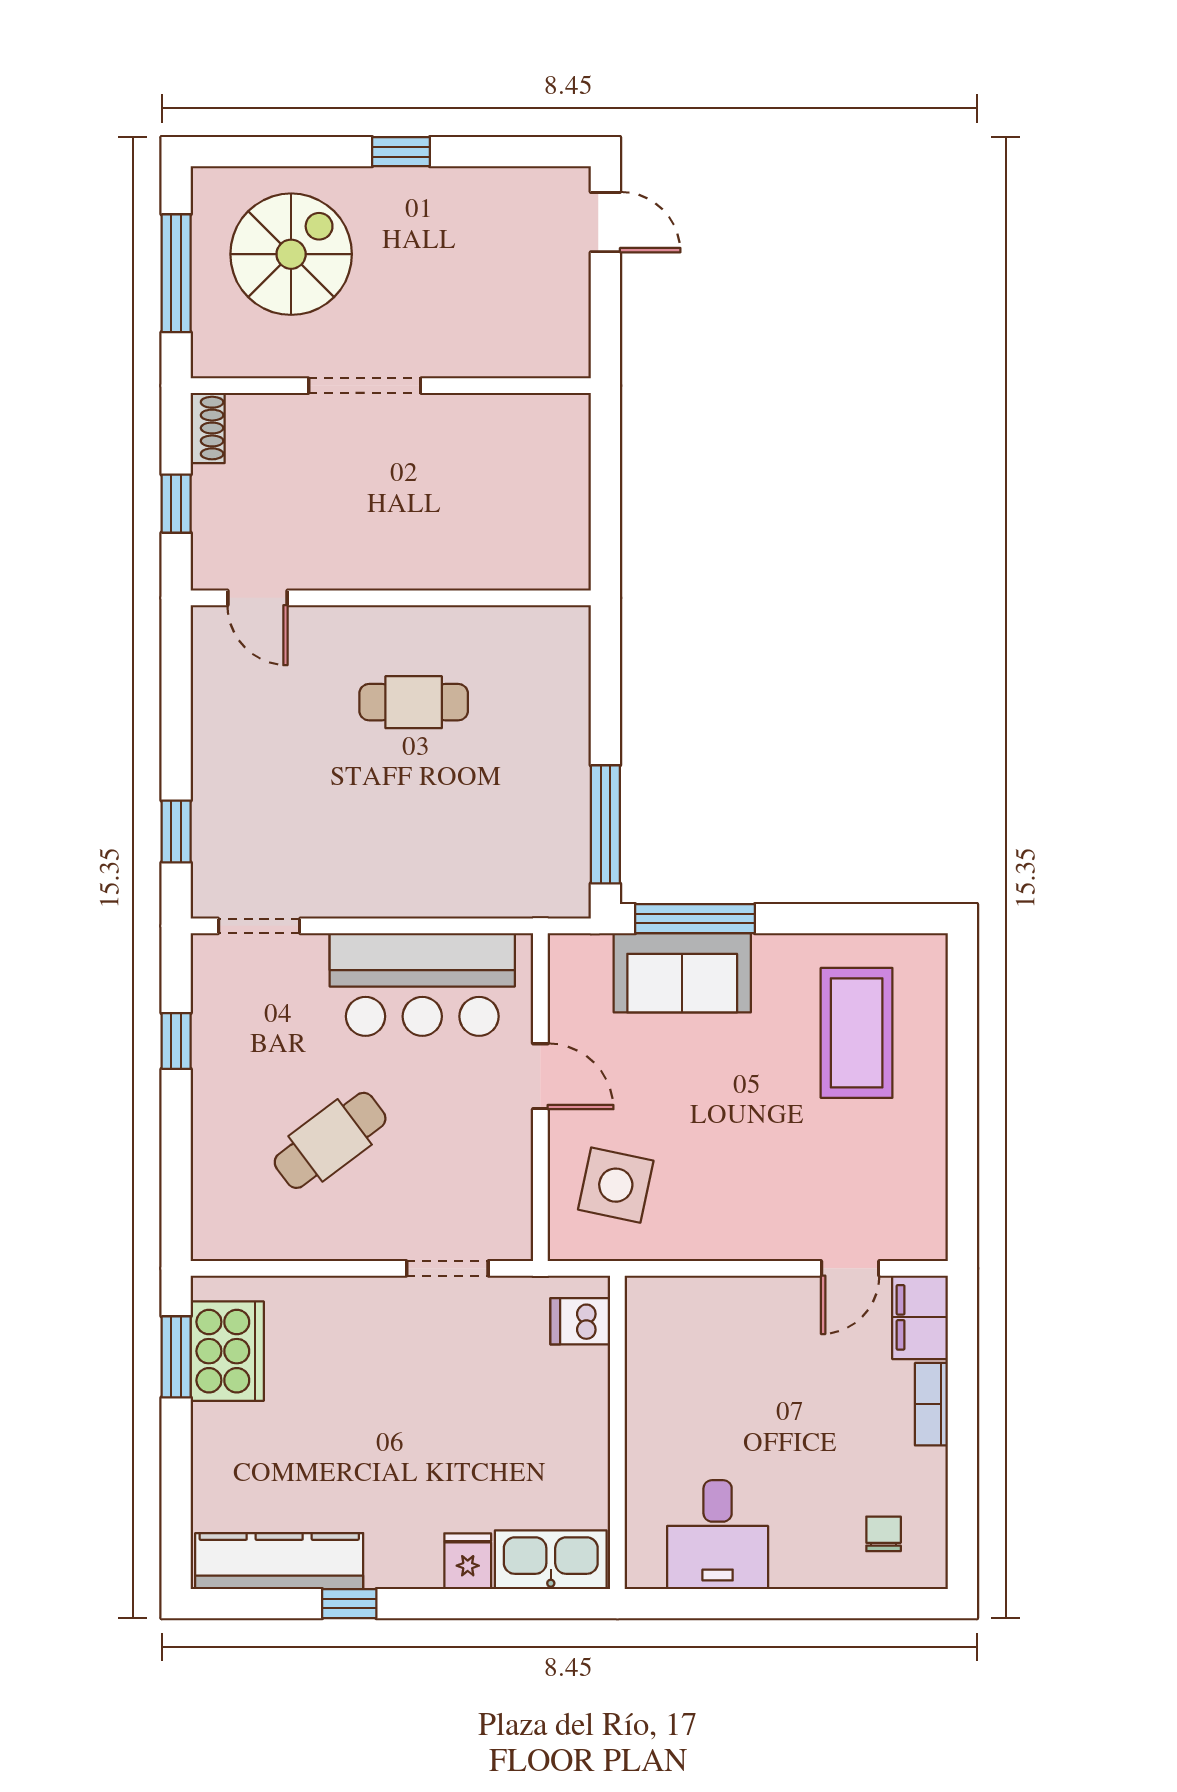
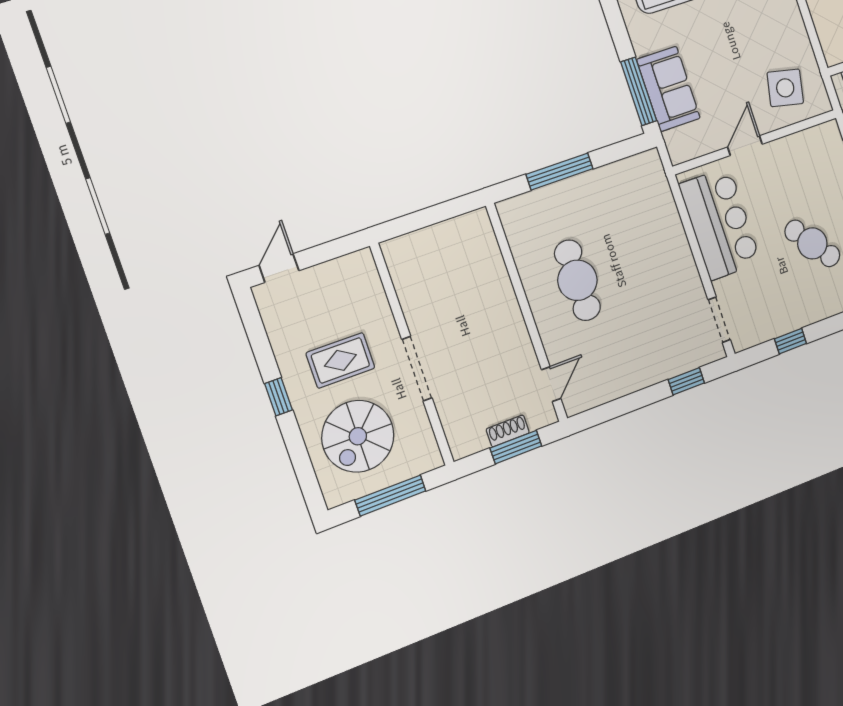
spiral stairs: (291, 254) -> (358, 436), turned -90
rug: (423, 268) -> (340, 360), added
shoe rack: (208, 428) -> (508, 431), moved
window: (176, 504) -> (516, 447), width x1.50
cafe table: (414, 702) -> (577, 280), width x1.37, depth x1.35
window: (605, 824) -> (560, 172), moved

